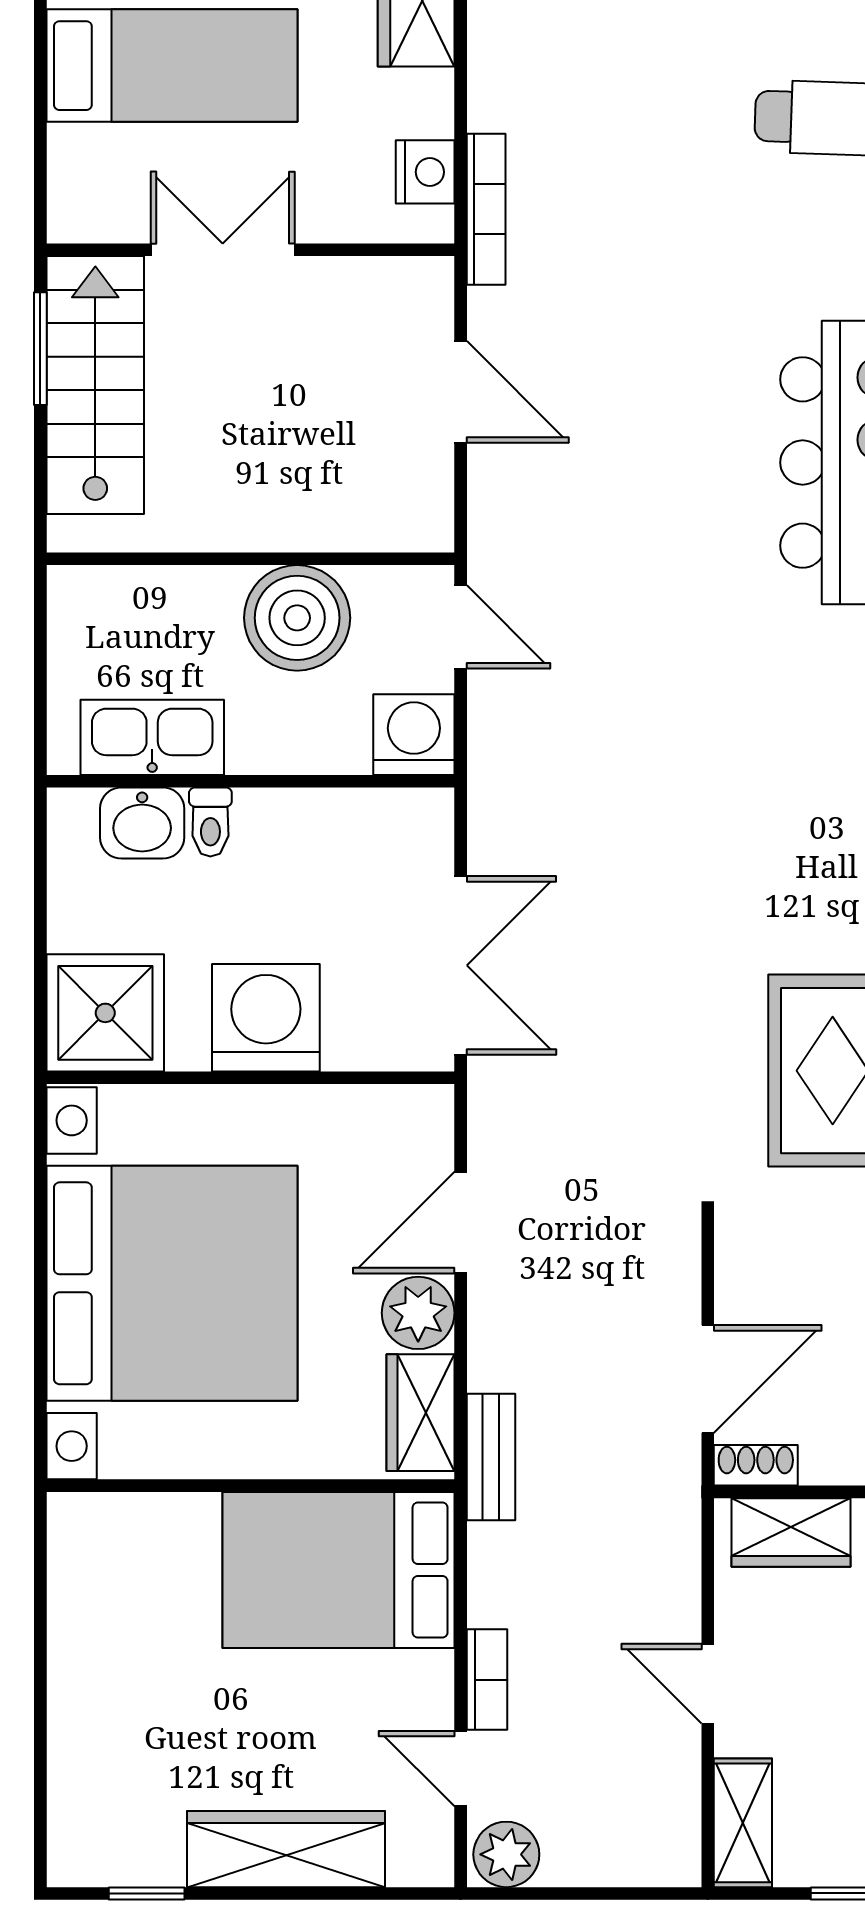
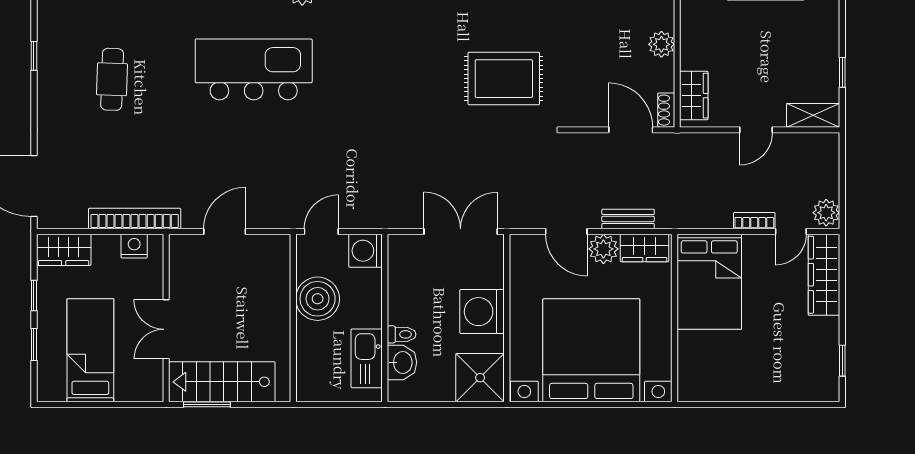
bookcase: (486, 209) -> (135, 219), width x1.48, depth x1.31
bench: (491, 1457) -> (628, 219), moved
wardrobe: (286, 1849) -> (824, 275), moved

